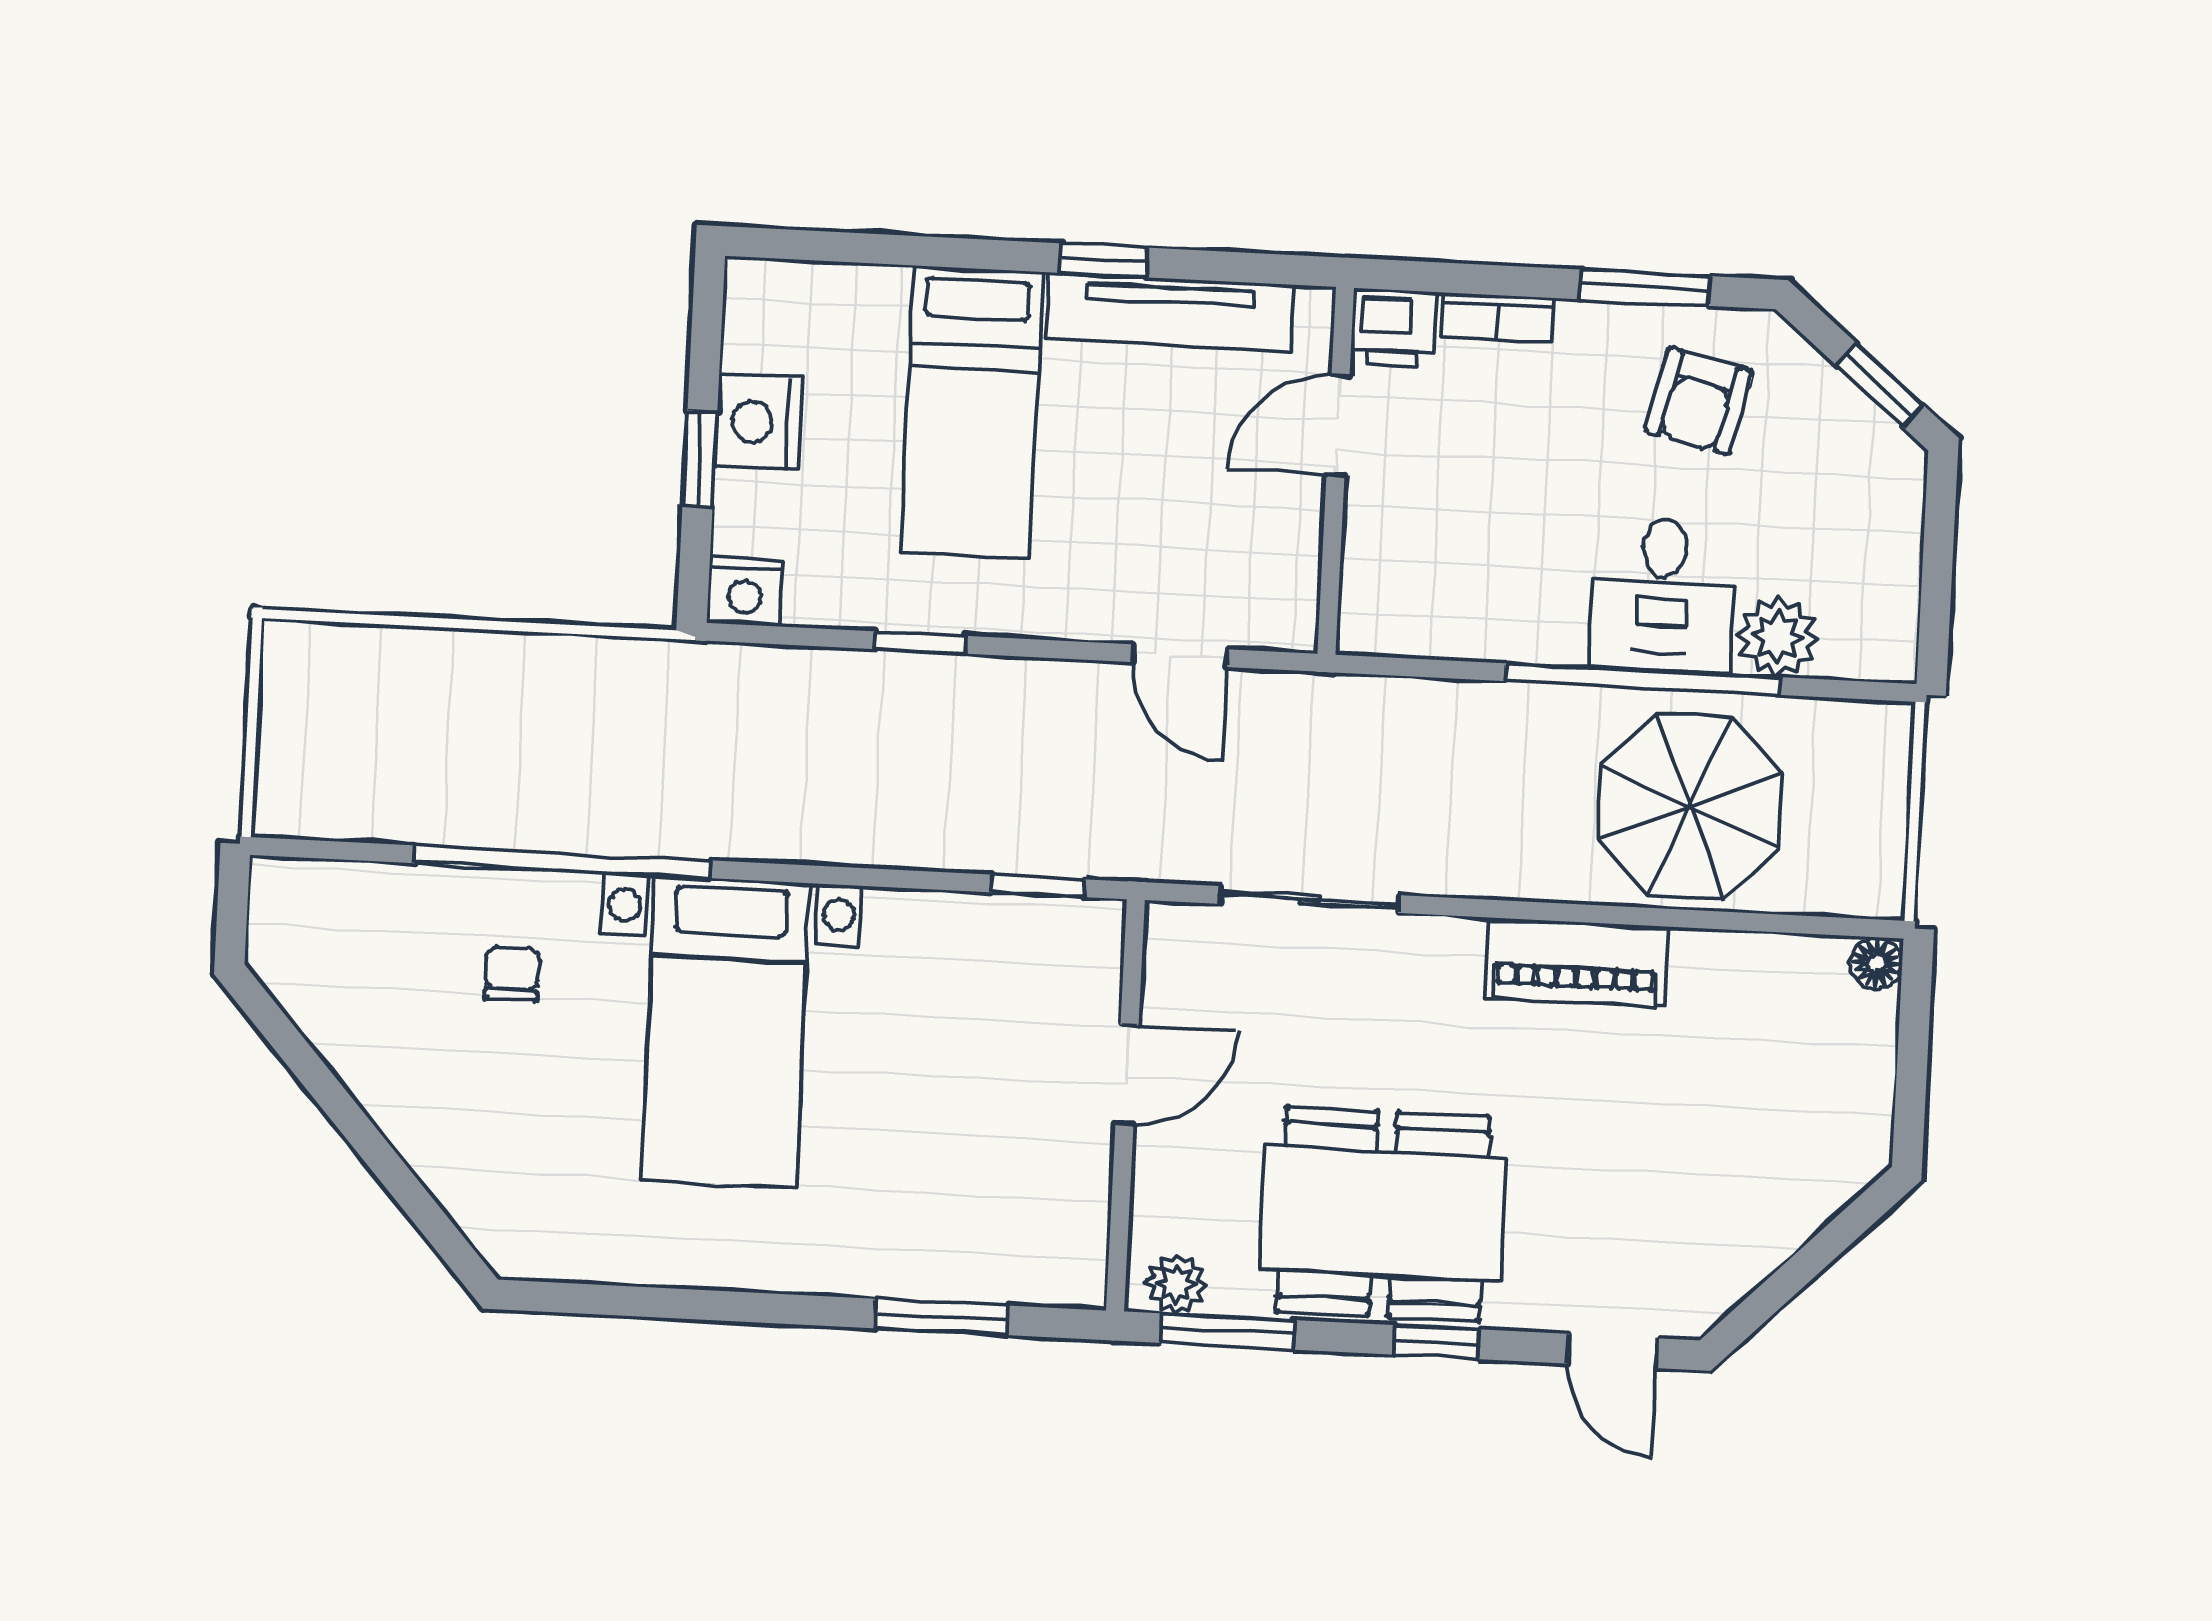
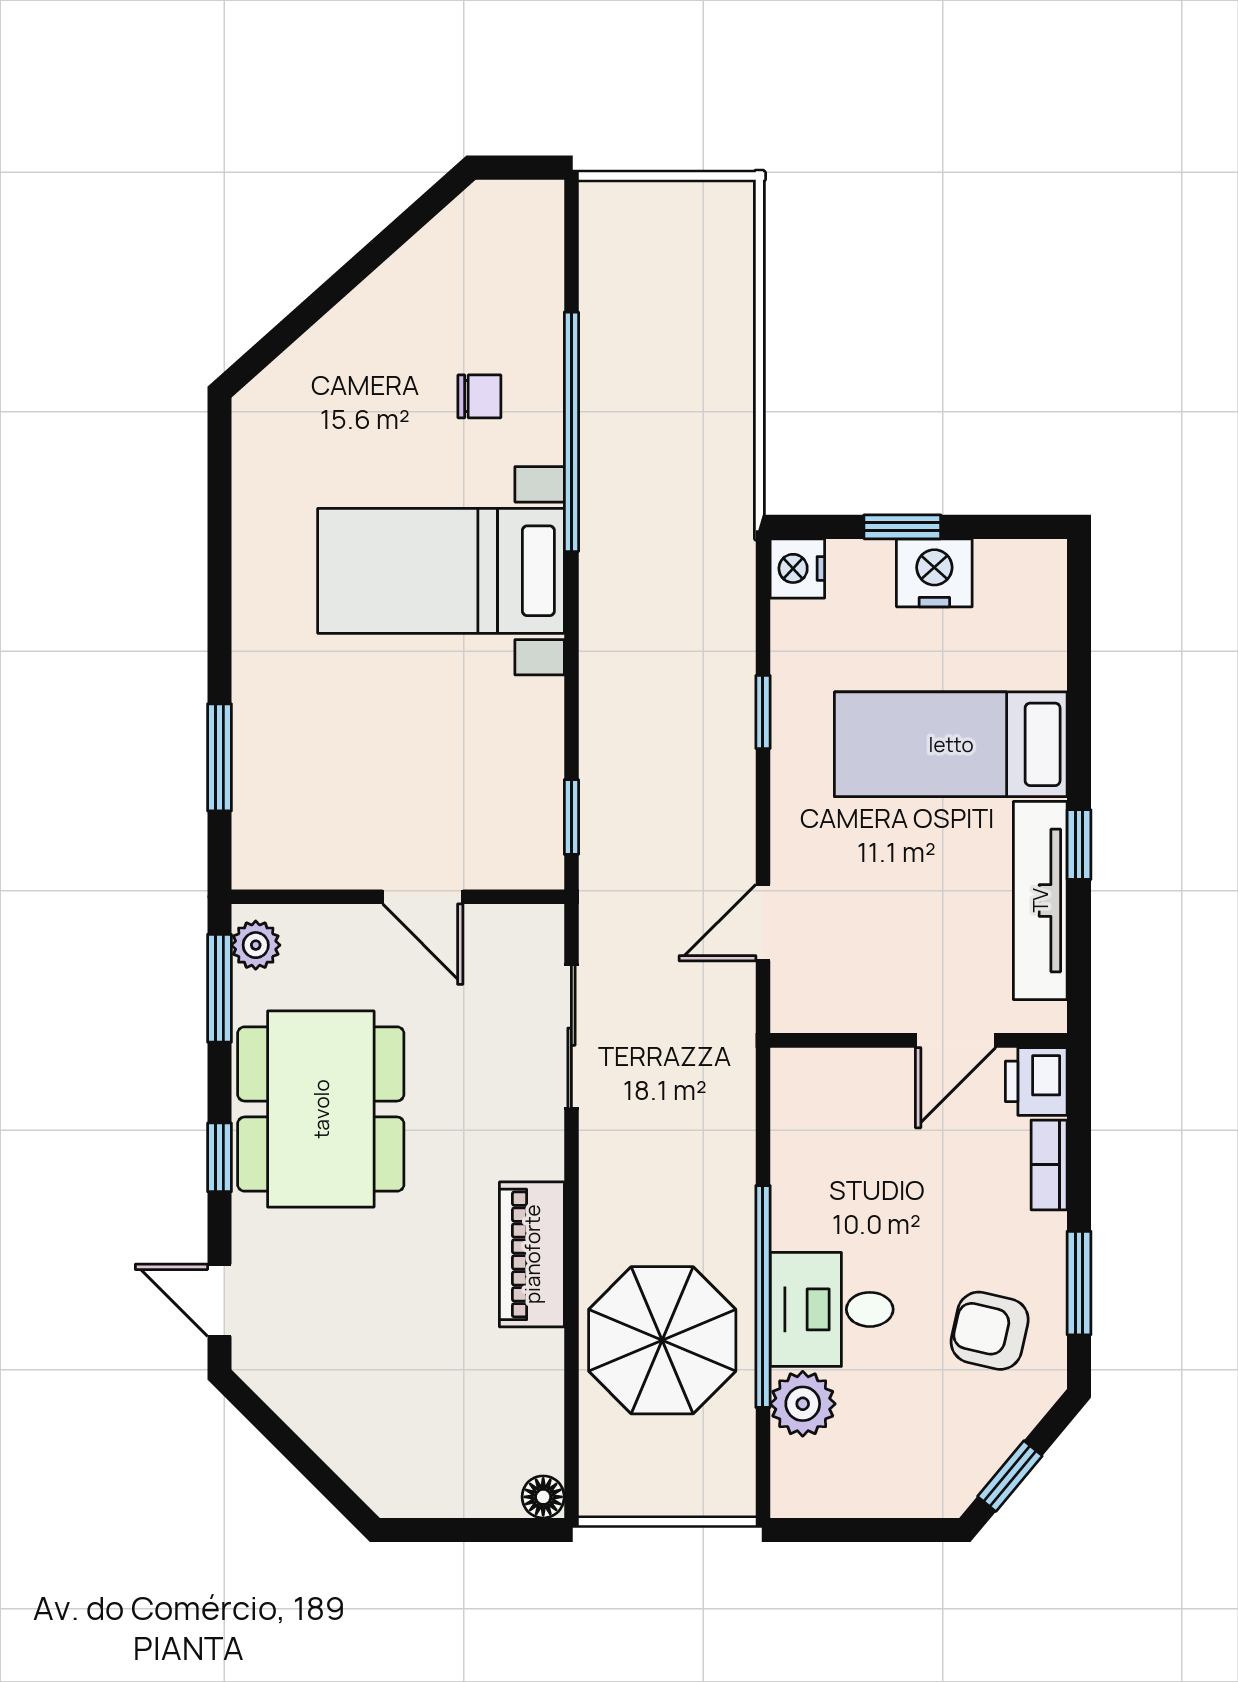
door: (1338, 425) -> (956, 1040), swing flipped
door: (1613, 1351) -> (220, 1300), hinge flipped

